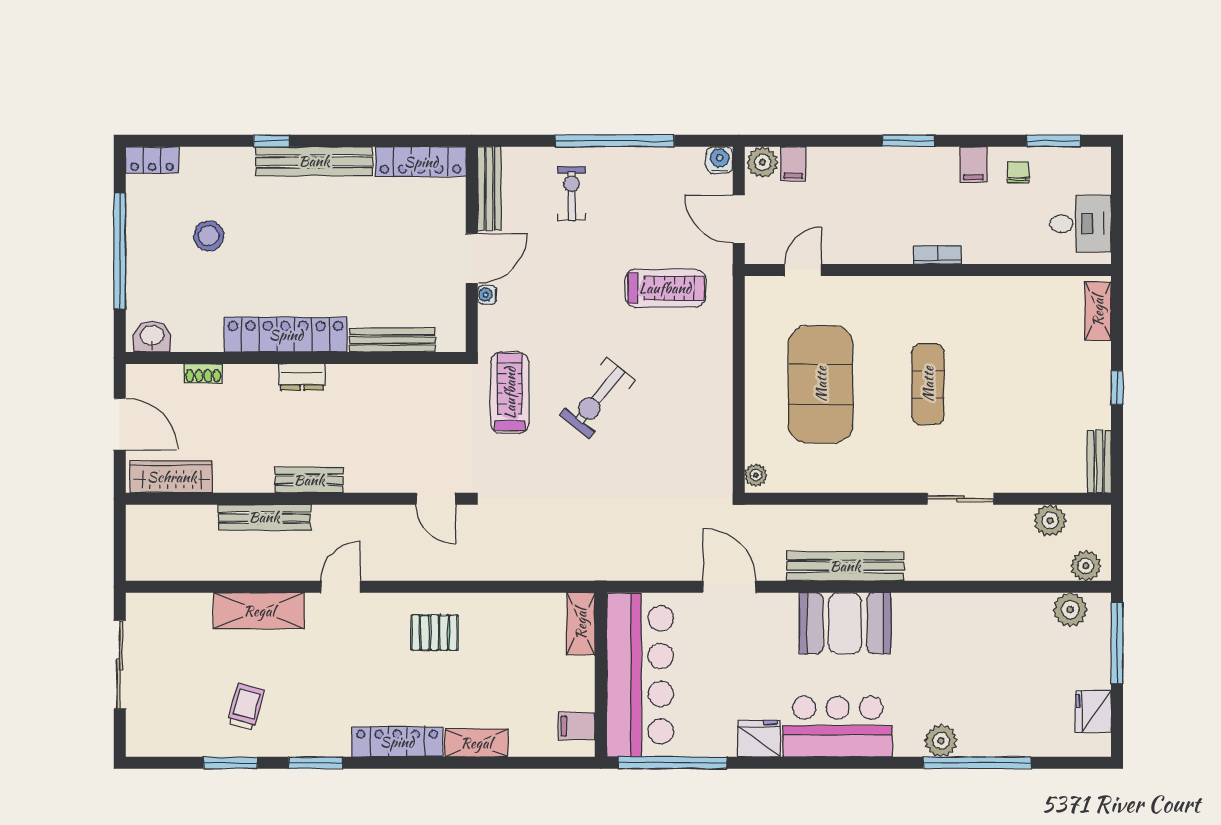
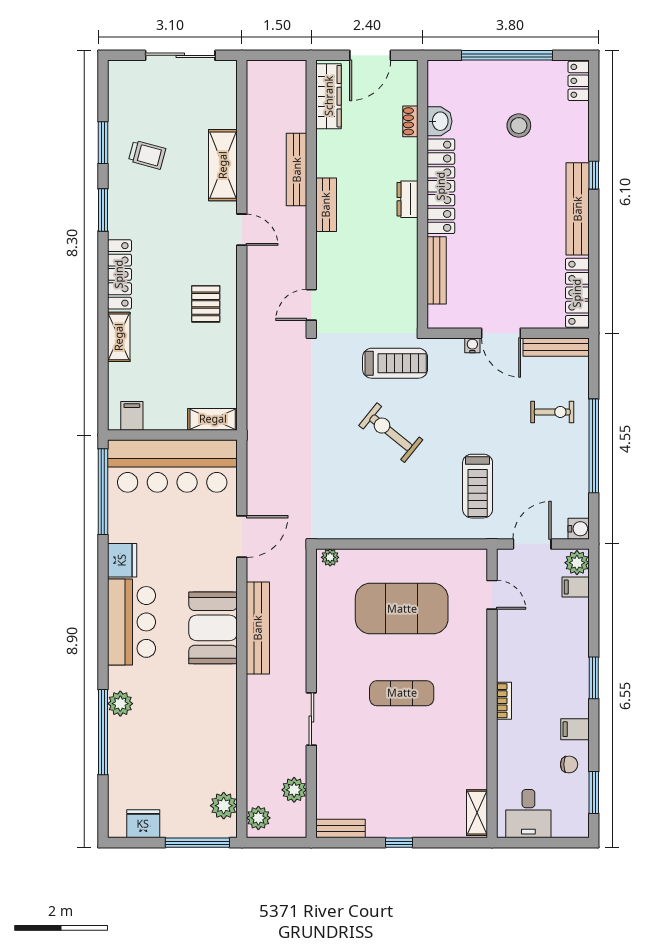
shelving: (1098, 311) -> (477, 813), moved, turned 90
washbasin: (152, 336) -> (440, 121), moved

